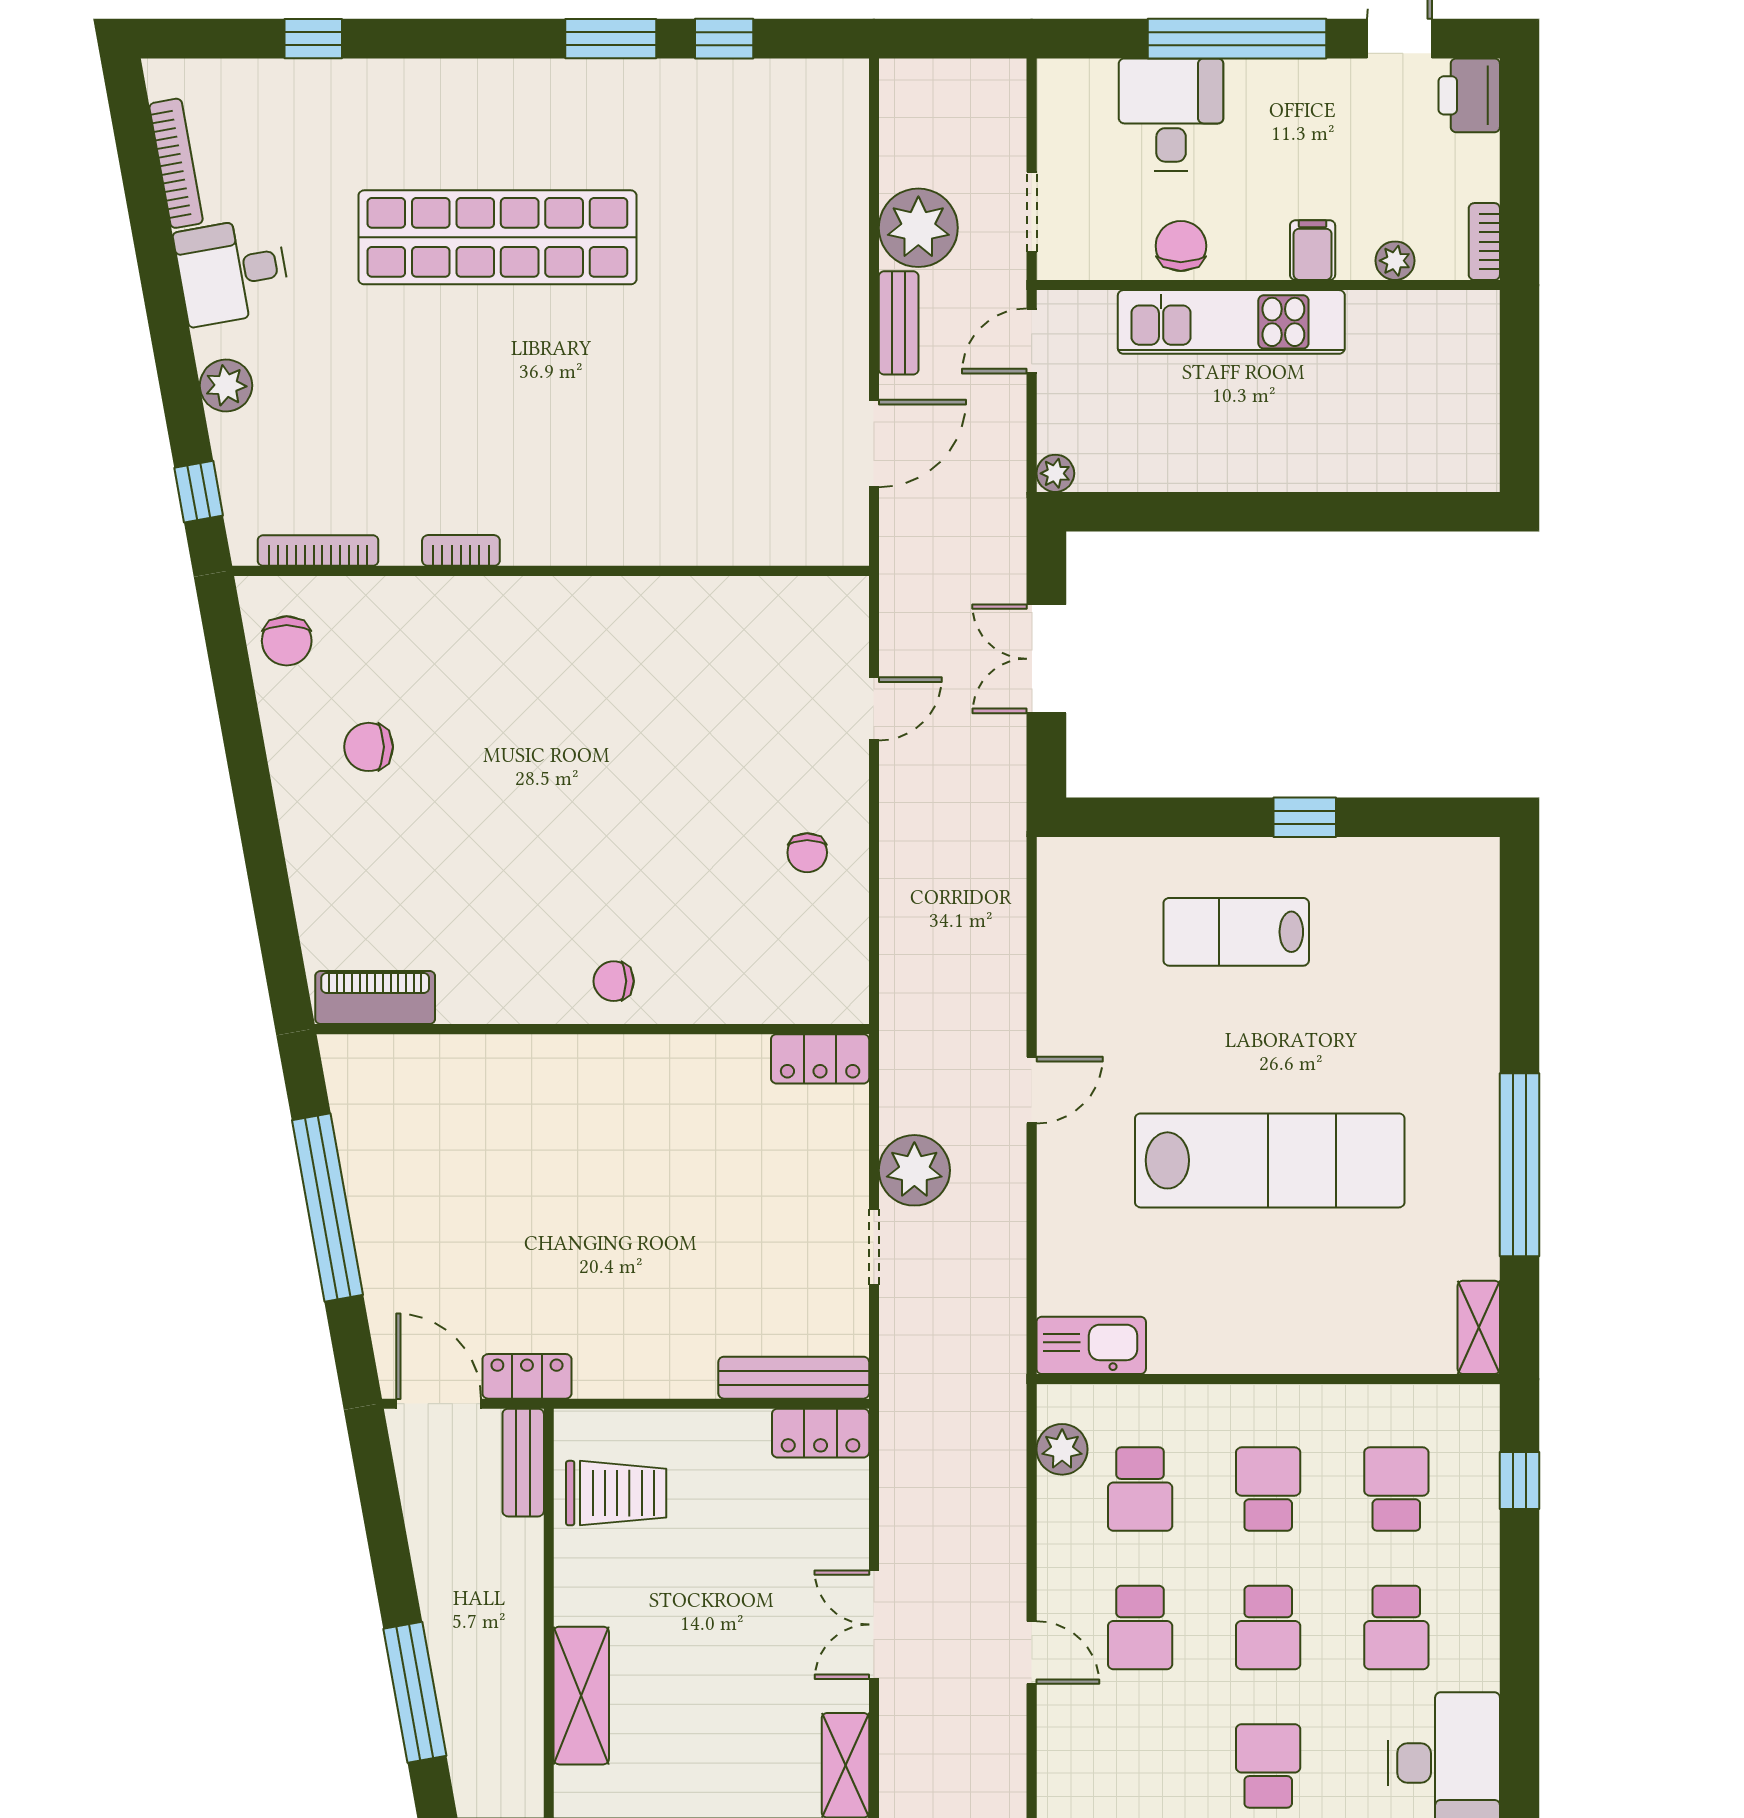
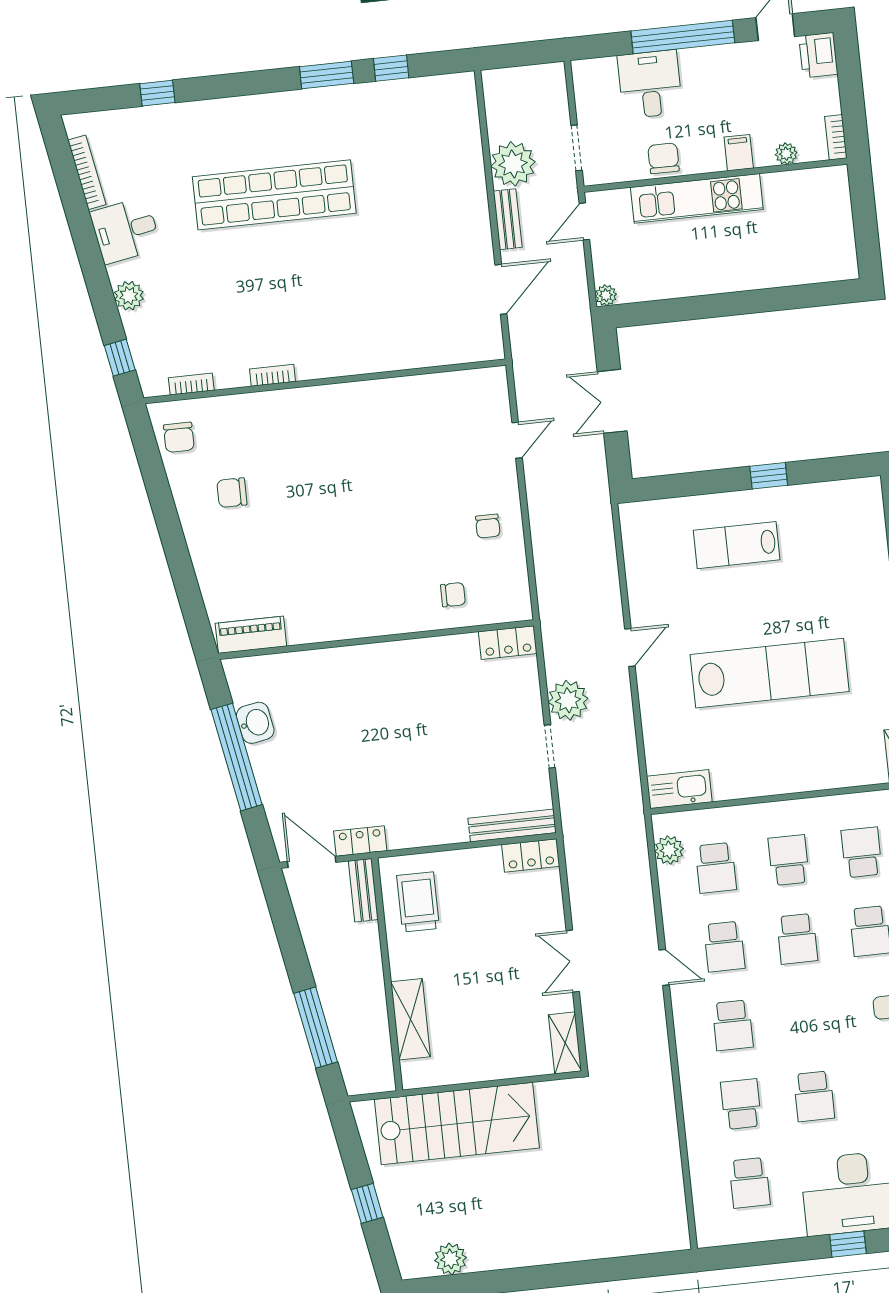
bookcase: (318, 551) -> (191, 384), width x0.64
chair: (614, 981) -> (453, 595), moved, turned 180
washbasin: (366, 1151) -> (255, 723), added
trolley: (616, 1493) -> (418, 902), turned -90
school desk: (1268, 1766) -> (733, 1025), moved, turned 180

